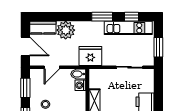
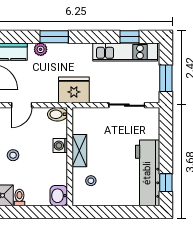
window: (102, 17) -> (54, 37), moved
plant: (66, 30) -> (41, 49), width x0.53, depth x0.53
washing machine: (80, 85) -> (60, 146), moved

